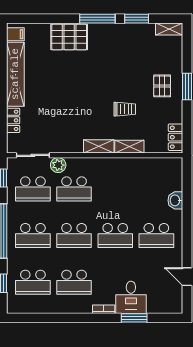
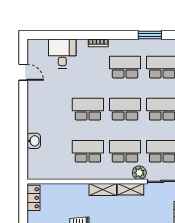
shelving: (129, 147) -> (130, 189), moved
school desk: (156, 236) -> (88, 151), moved
desk: (131, 297) -> (62, 54), moved
window: (134, 318) -> (150, 35), moved

